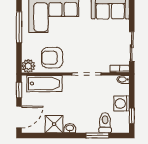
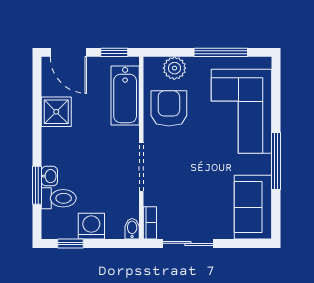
plant: (28, 66) -> (174, 68), moved
washbasin: (70, 128) -> (49, 176), moved

